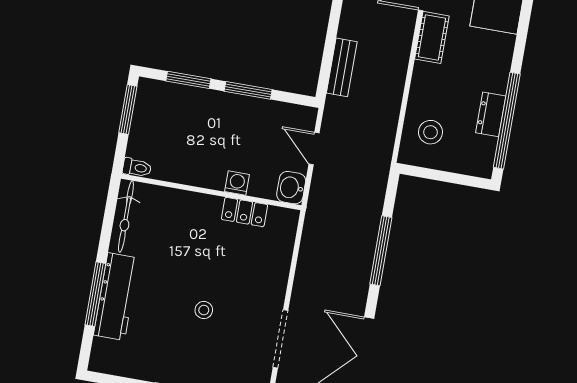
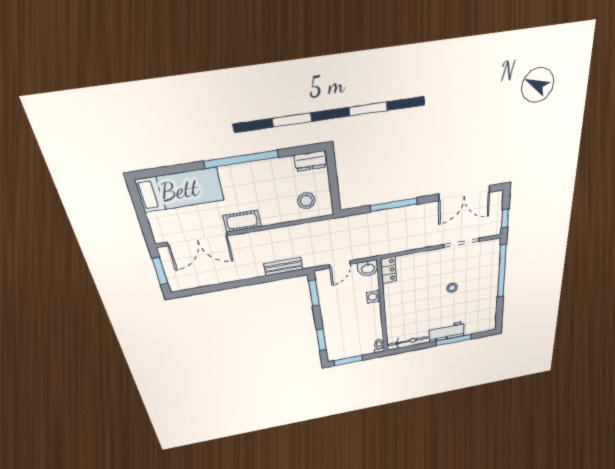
window: (248, 90) -> (314, 293), moved
dresser: (491, 114) -> (310, 161), moved
window: (507, 121) -> (241, 159), moved
locker: (244, 212) -> (388, 270), moved
workbench: (116, 297) -> (447, 332), width x0.73

